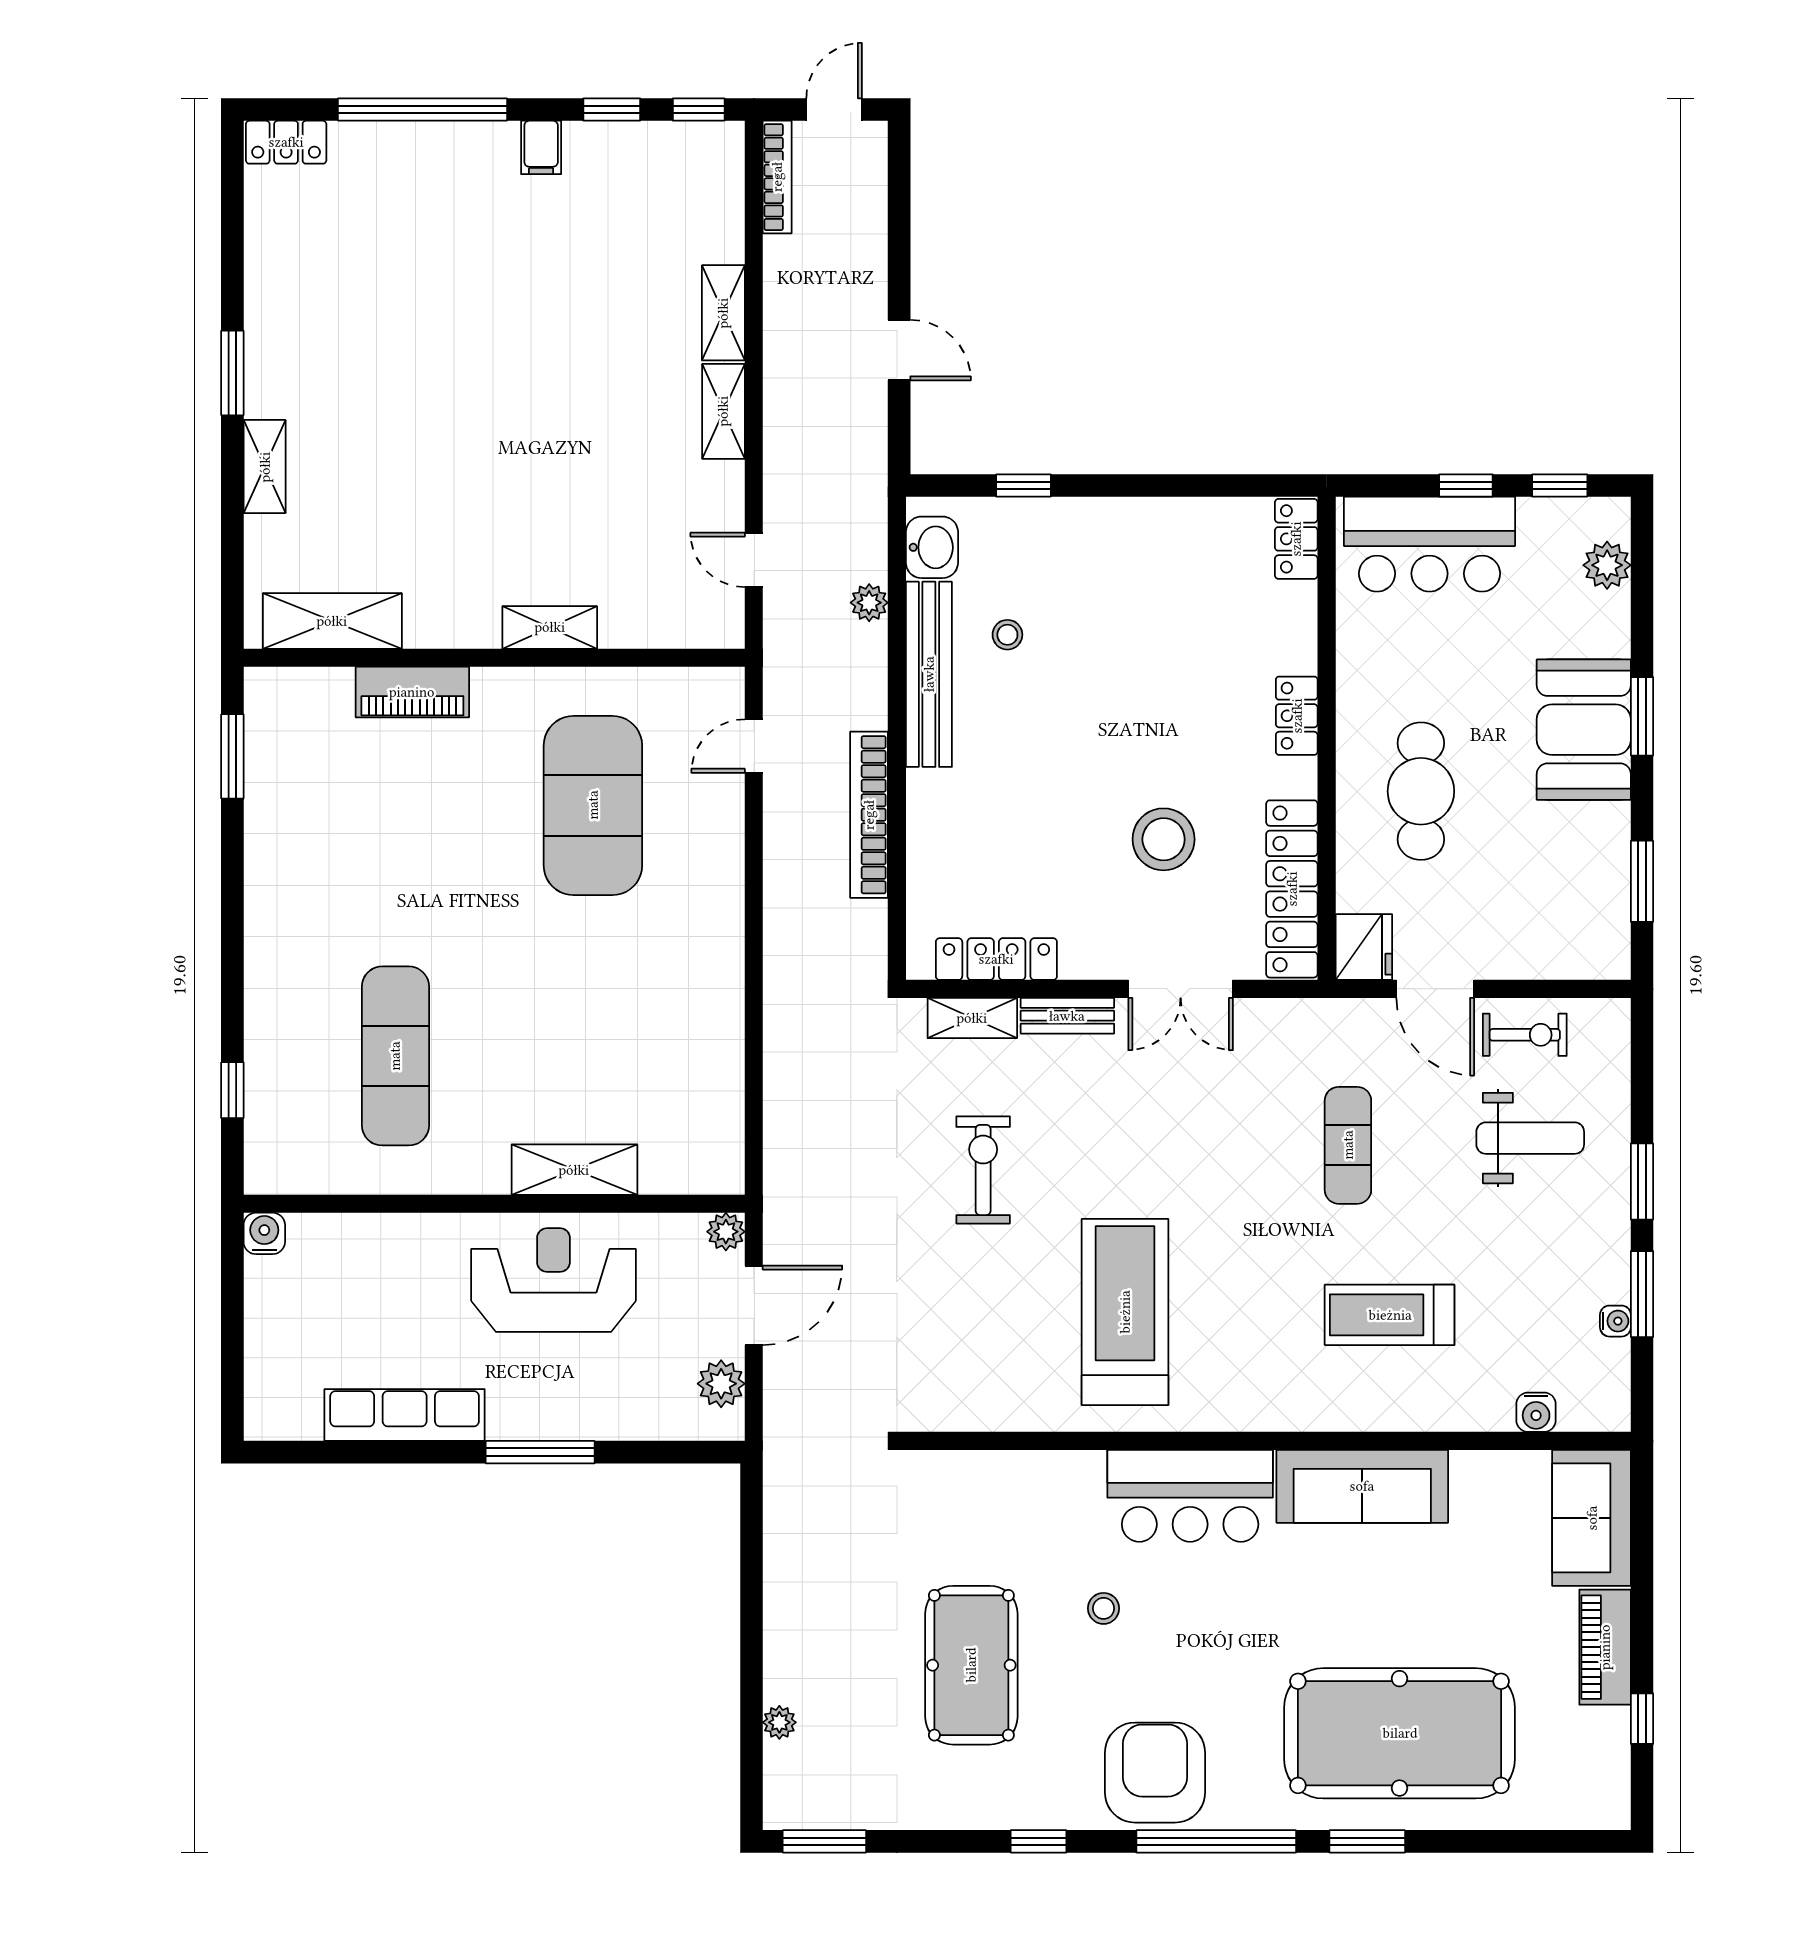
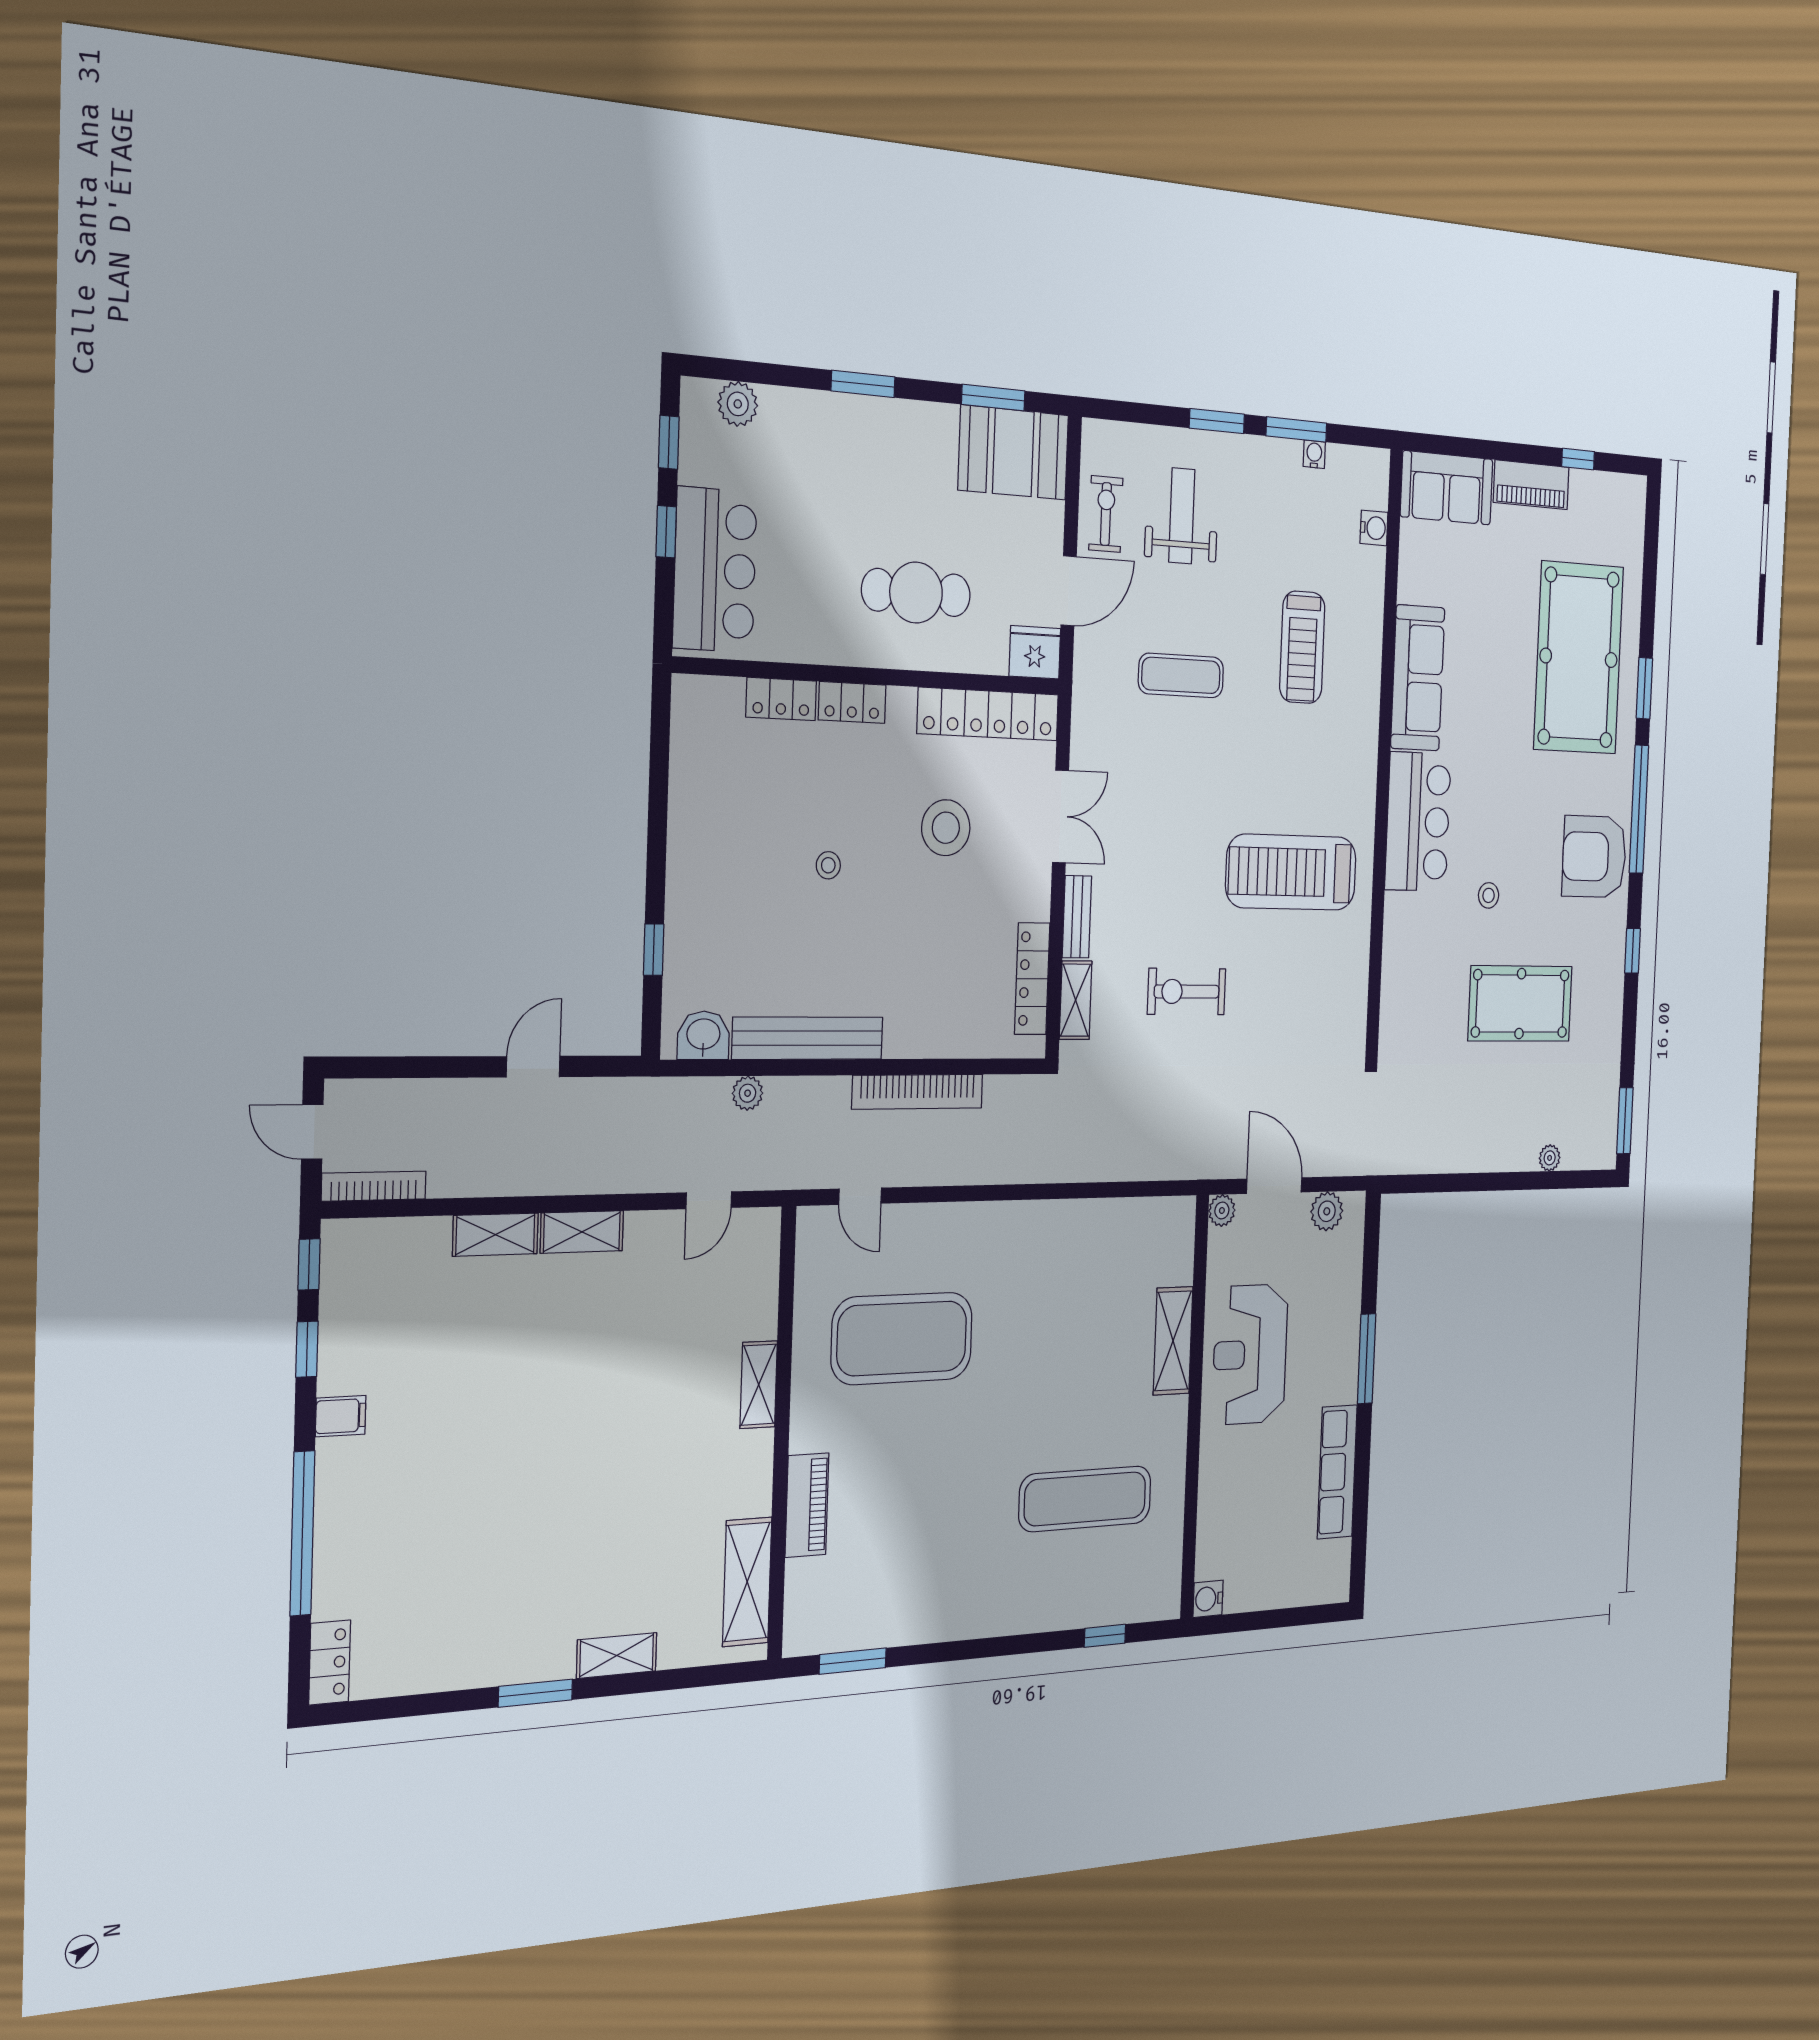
locker: (1296, 539) -> (781, 699), moved
stool: (1007, 635) -> (828, 865), moved
booth: (1584, 730) -> (1013, 453), moved

